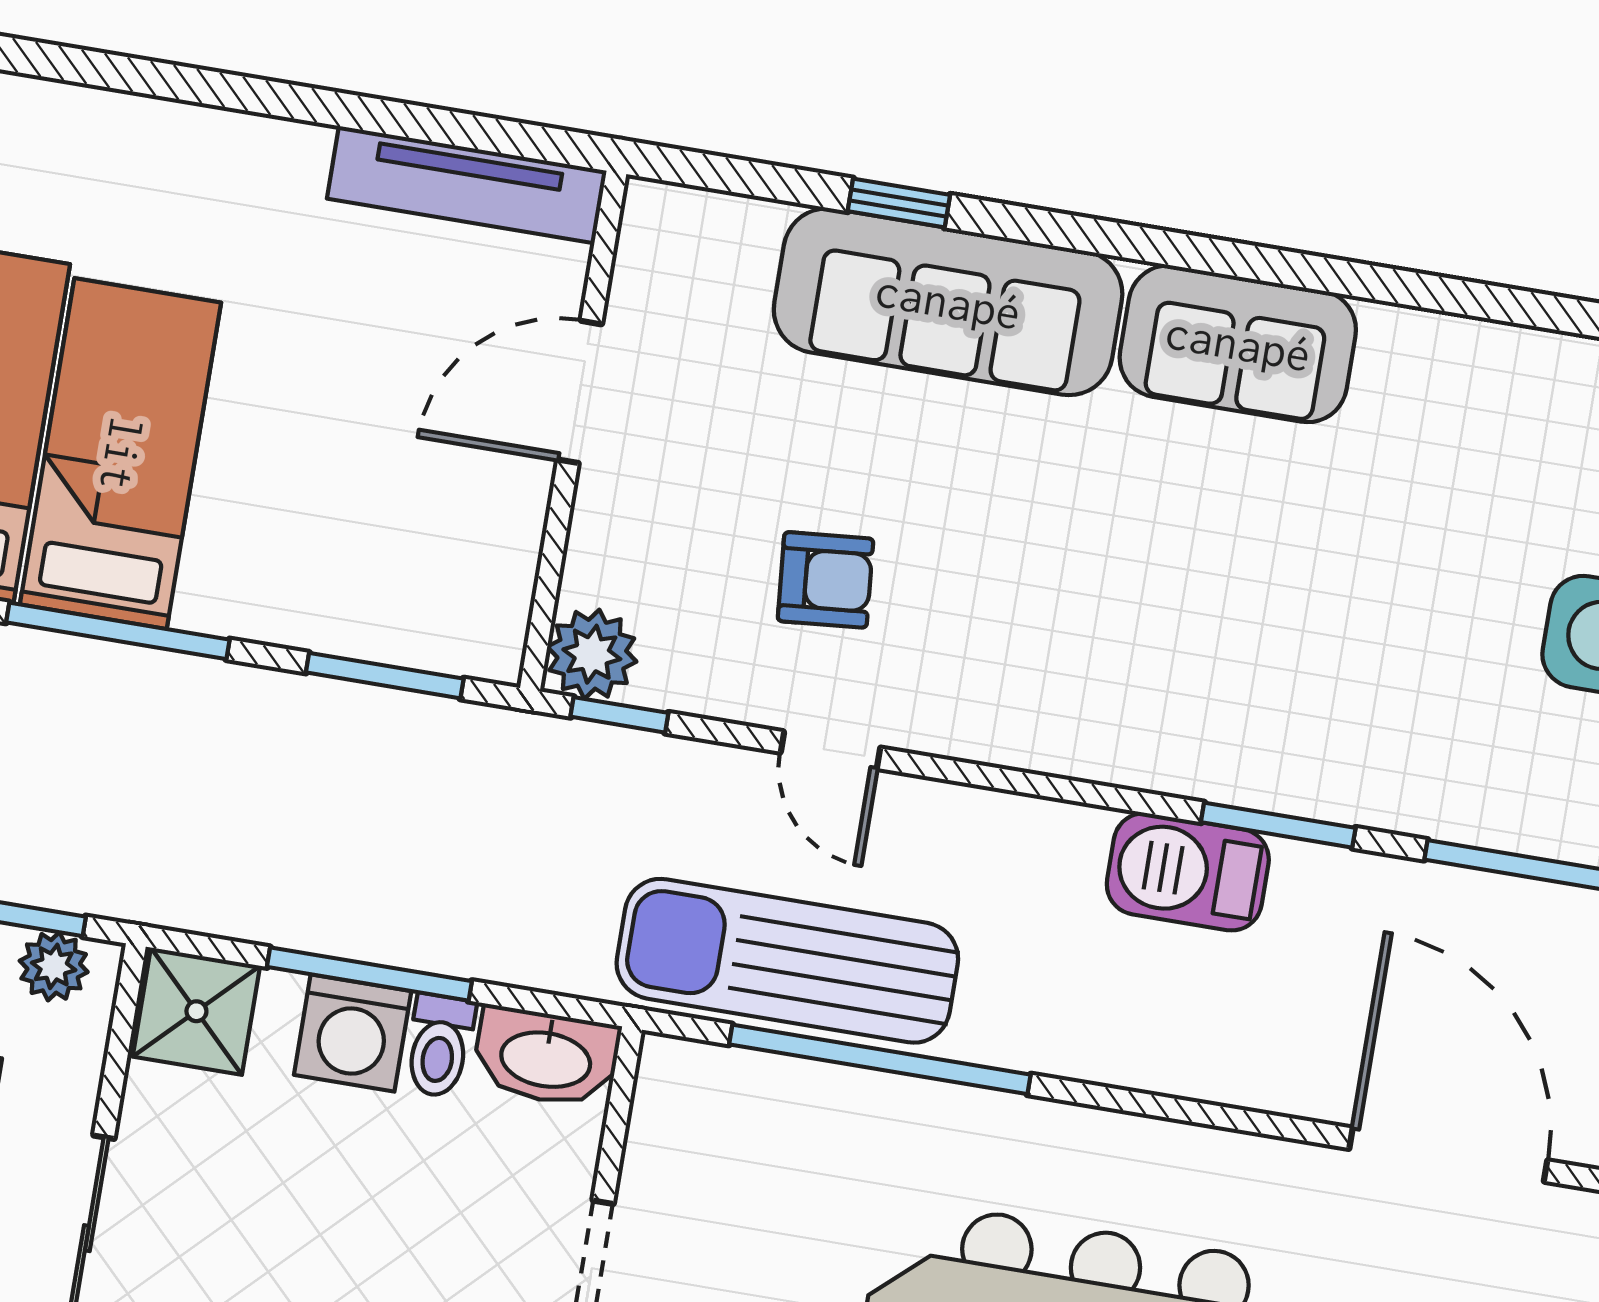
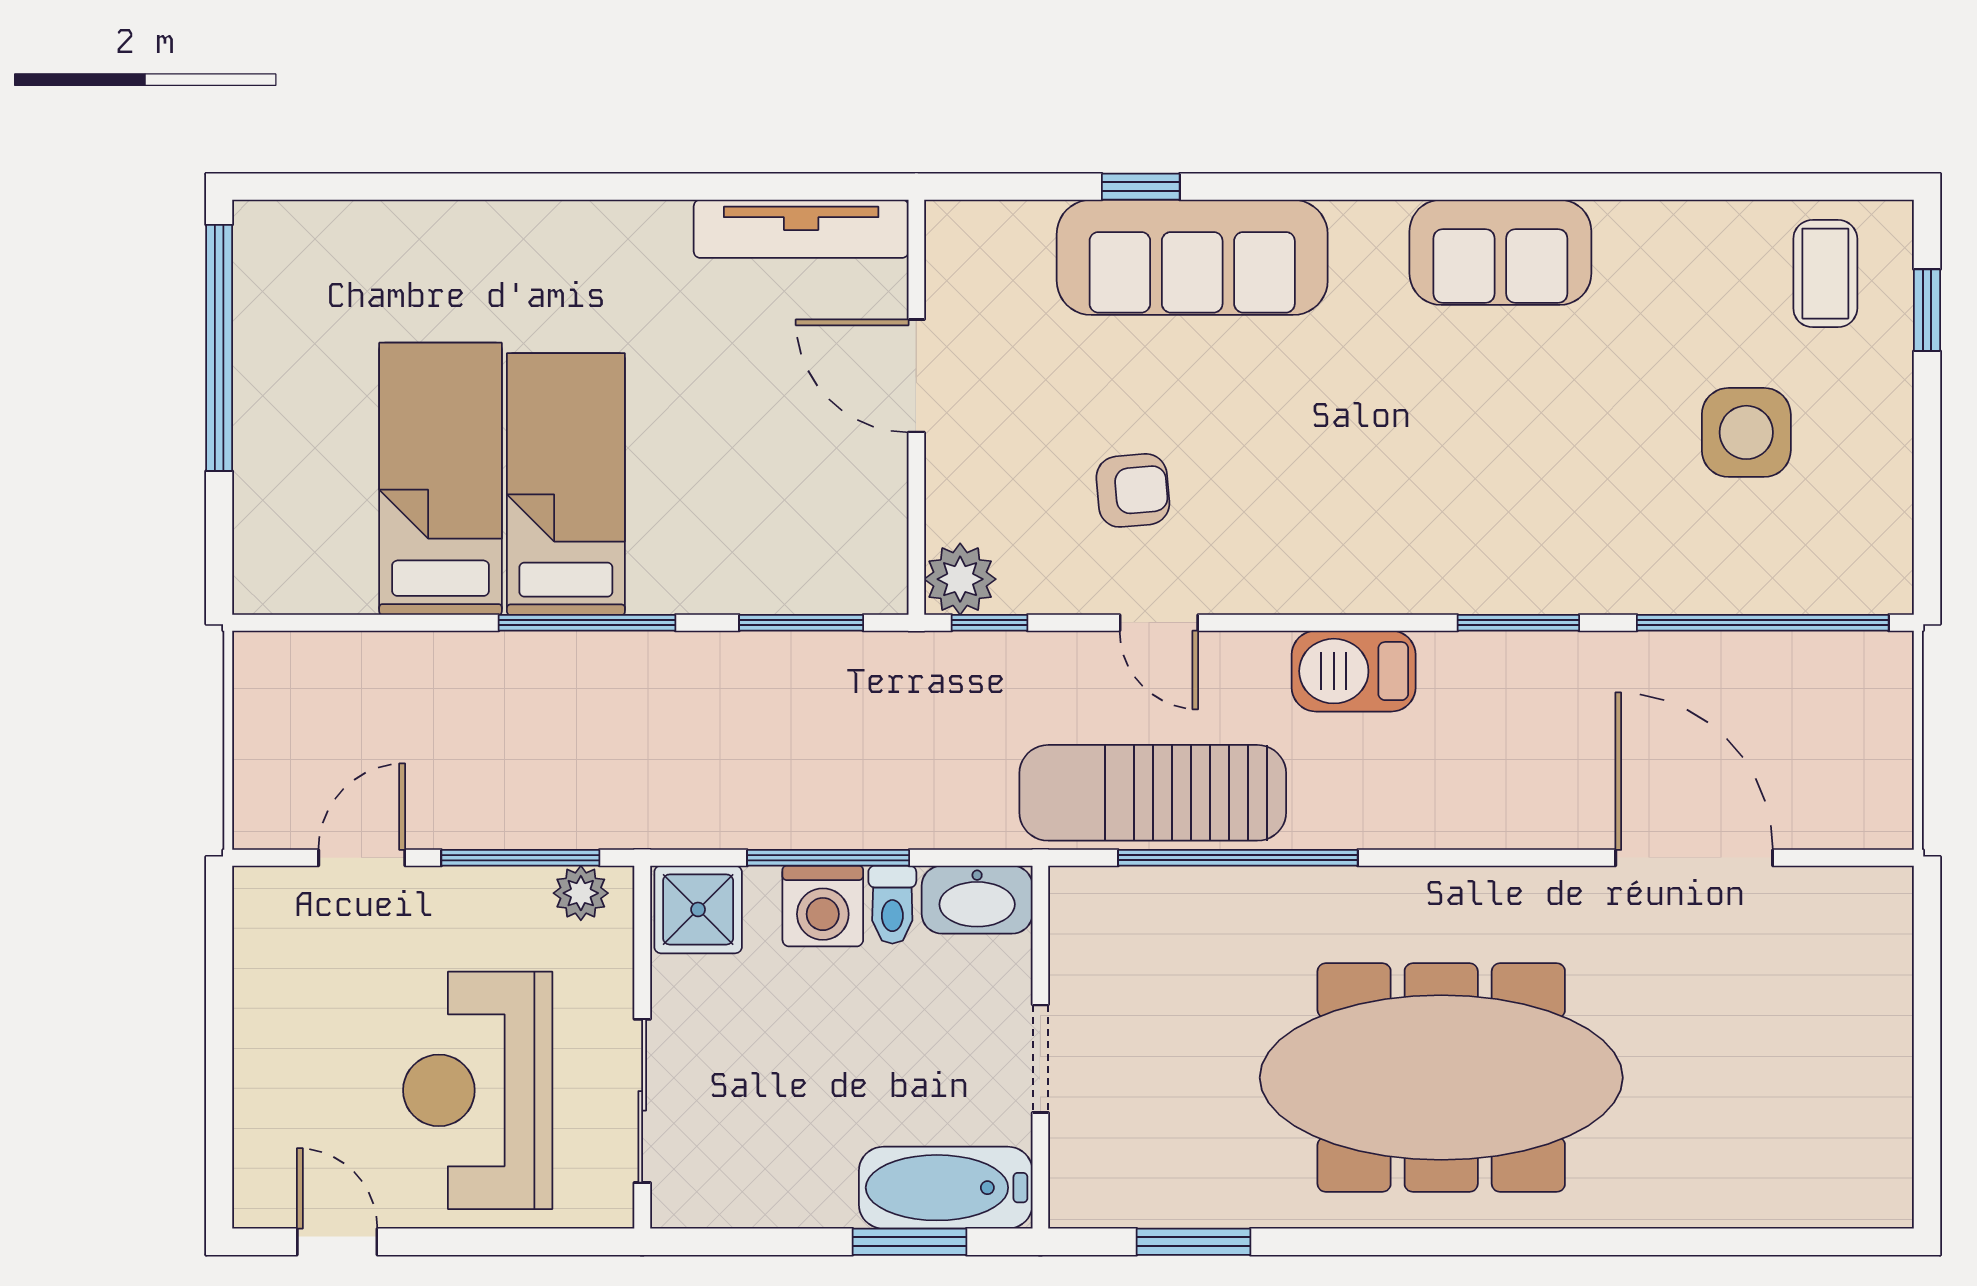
sofa: (1238, 344) -> (1500, 252), moved
door: (580, 392) -> (916, 376), hinge flipped
barbecue: (1188, 872) -> (1354, 671), moved

